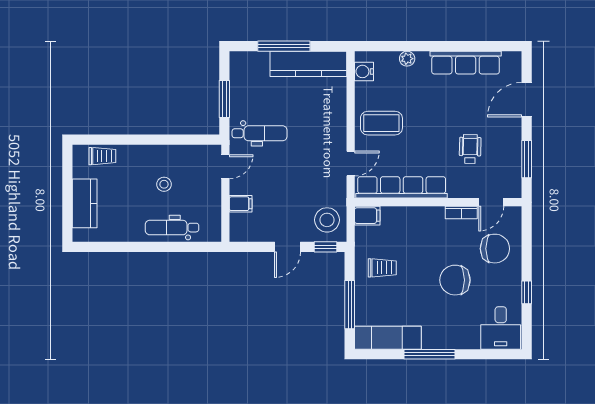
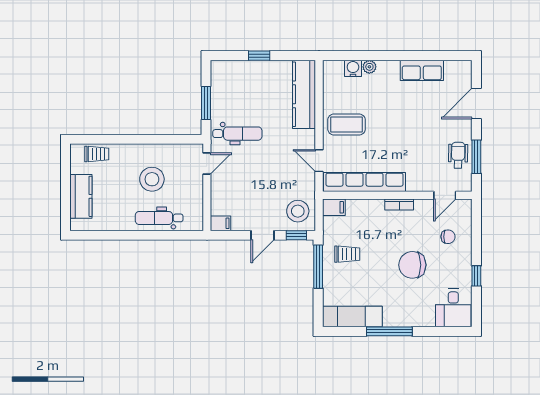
window: (284, 46) -> (259, 56), width x0.46
row of seats: (466, 63) -> (422, 70), width x0.68
kitchen counter: (308, 64) -> (304, 94), moved, turned 90
water cooler: (364, 71) -> (353, 68), moved, turned 90
wheelchair: (470, 149) -> (458, 155), moved
door: (351, 163) -> (319, 161), swing flipped
stool: (164, 184) -> (152, 179), width x1.89, depth x1.89
filing cabinet: (241, 204) -> (220, 223), moved
bookcase: (461, 213) -> (399, 204), moved
chair: (495, 249) -> (448, 237), width x0.54, depth x0.54
window: (350, 305) -> (318, 267), moved

